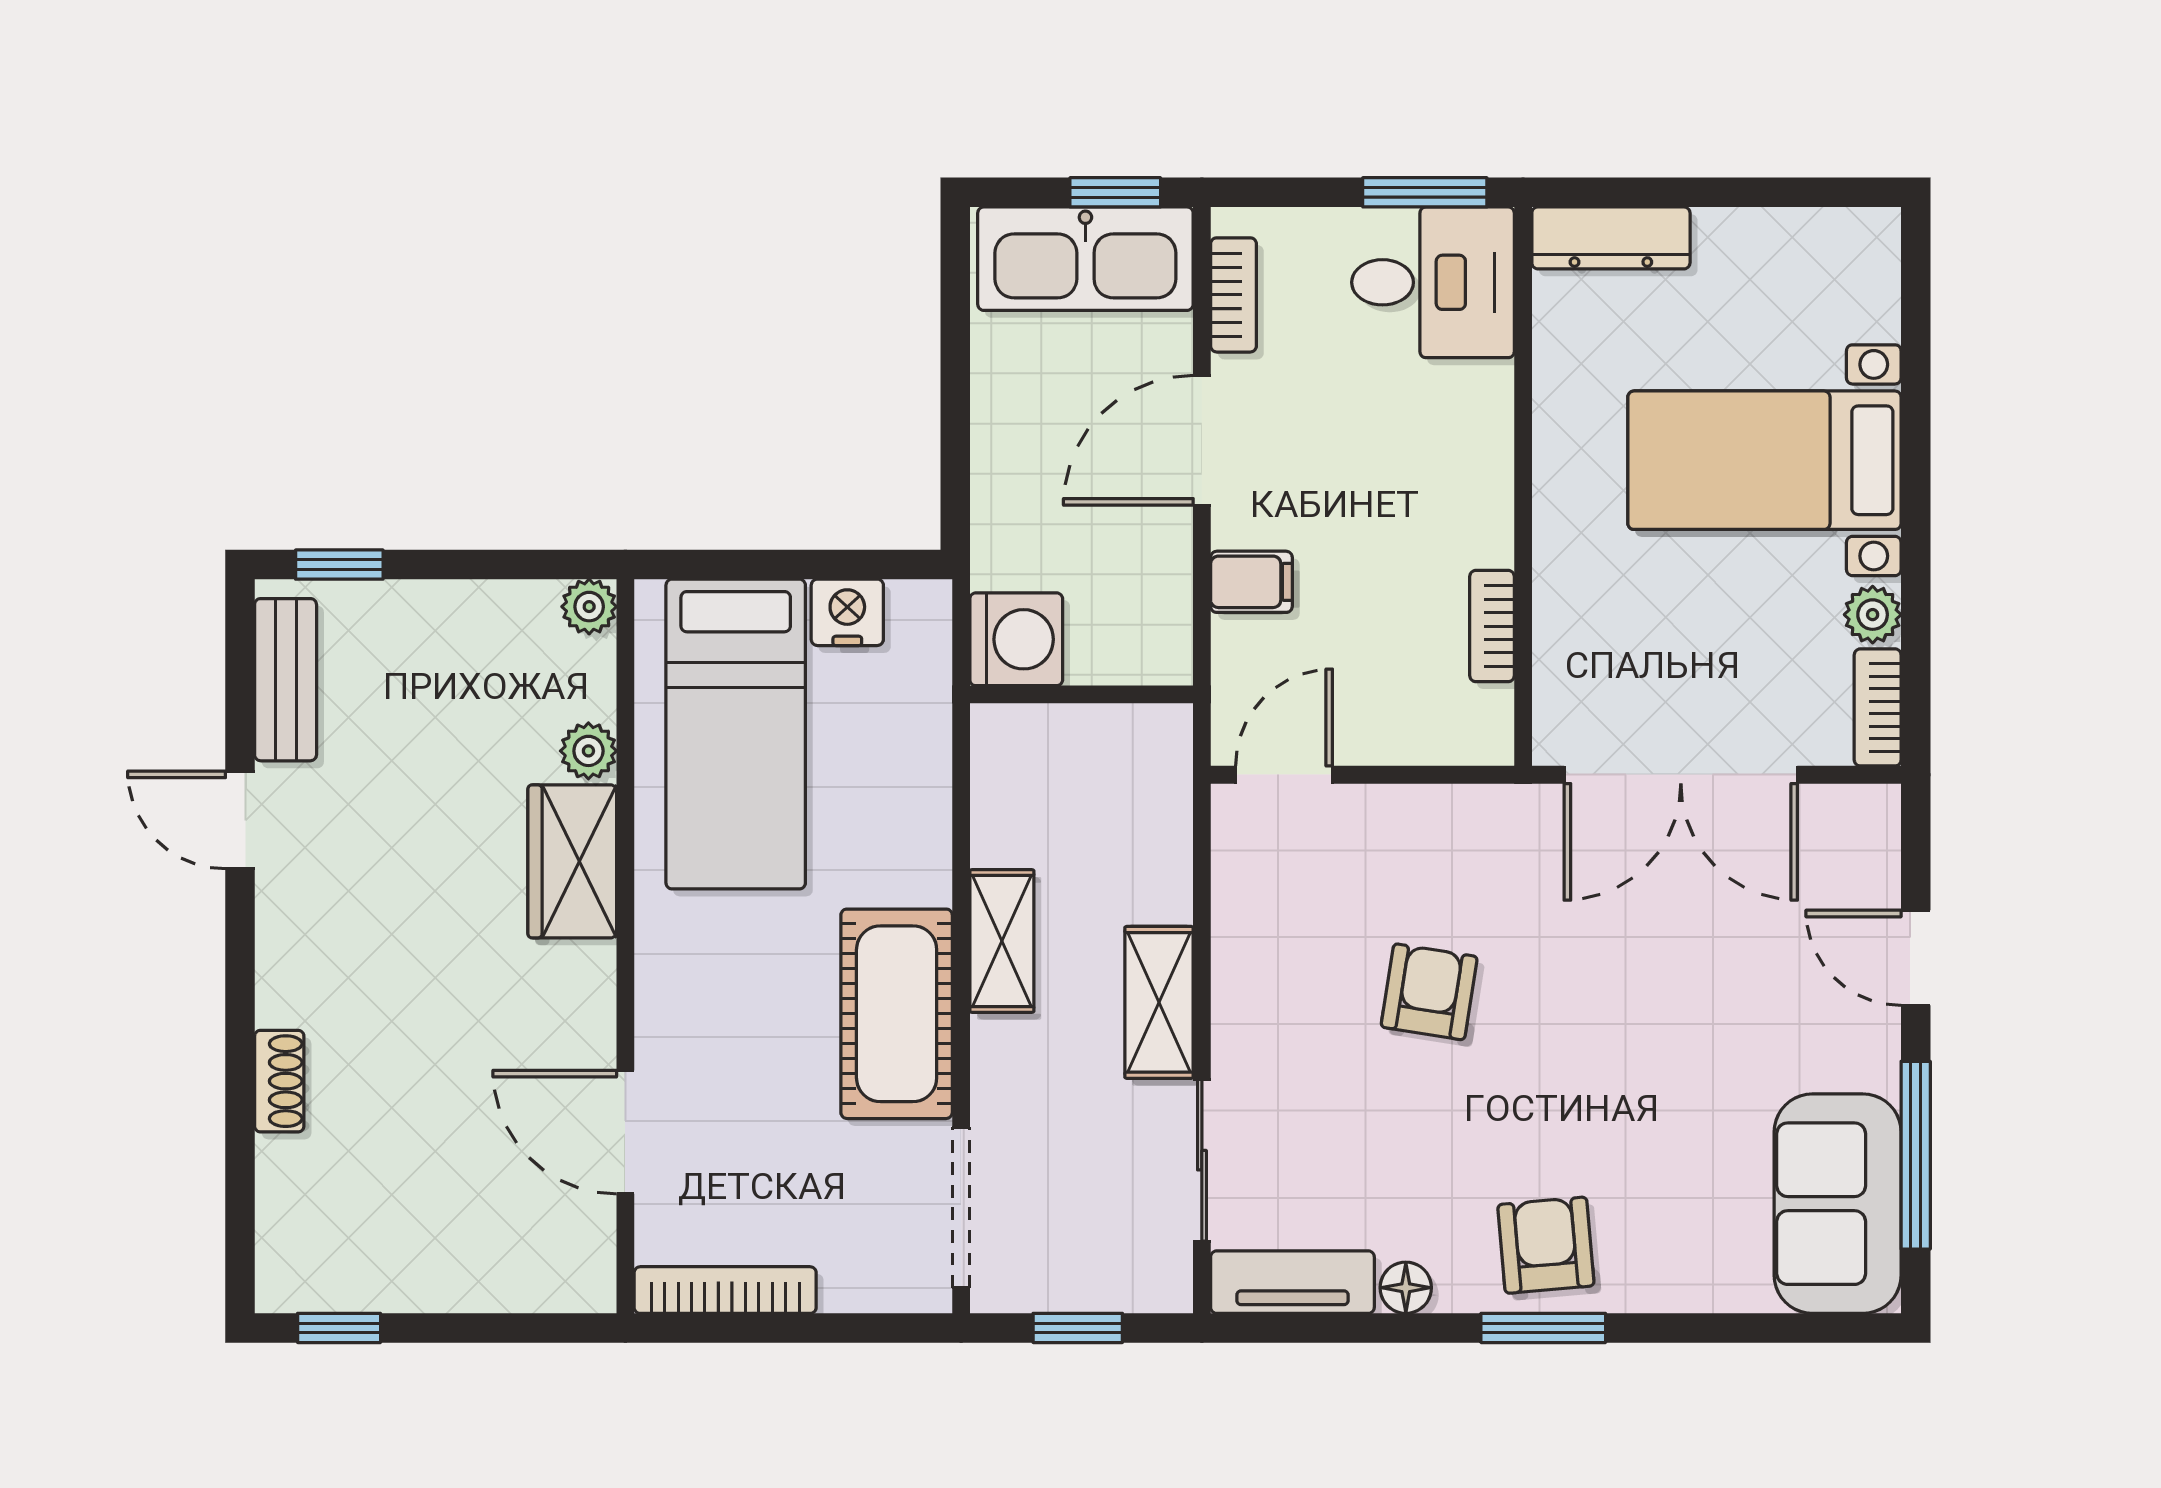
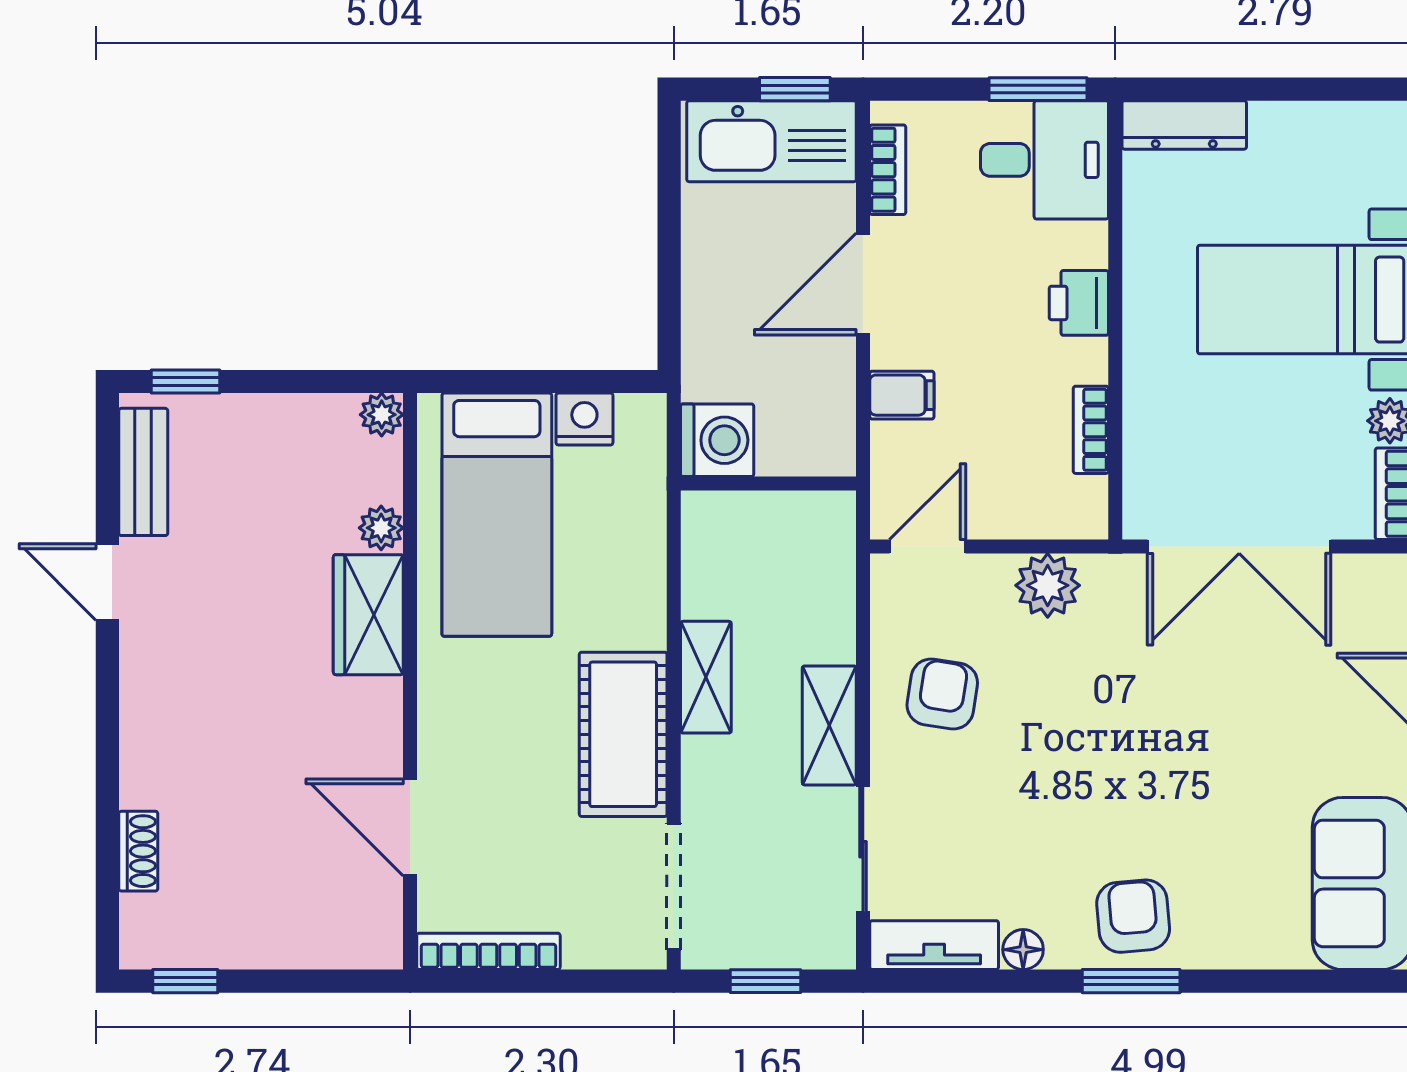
printer: (1477, 464) -> (1079, 303), added
plant: (1437, 824) -> (1048, 585), added
armchair: (1429, 992) -> (942, 694), moved
shoe rack: (279, 1081) -> (138, 851), moved

